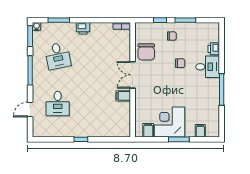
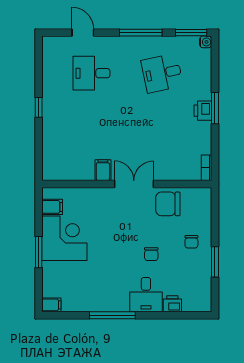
window: (59, 20) -> (215, 108), moved
window: (160, 20) -> (215, 224), removed
filing cabinet: (200, 131) -> (51, 305), moved

